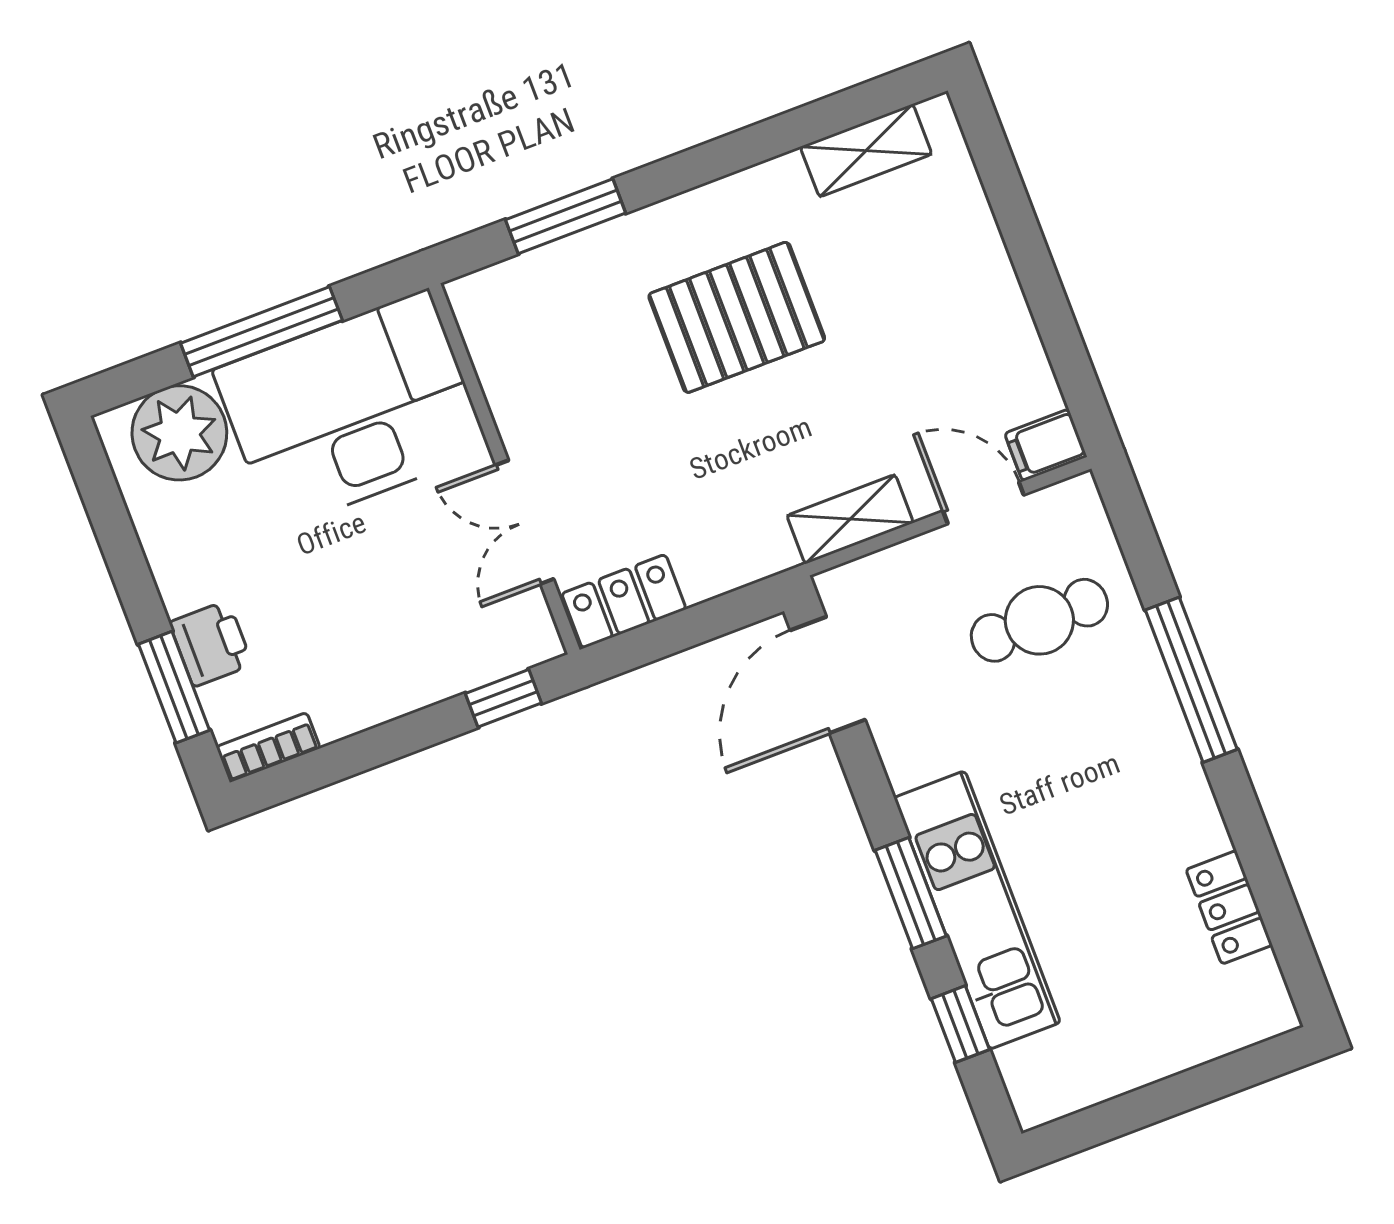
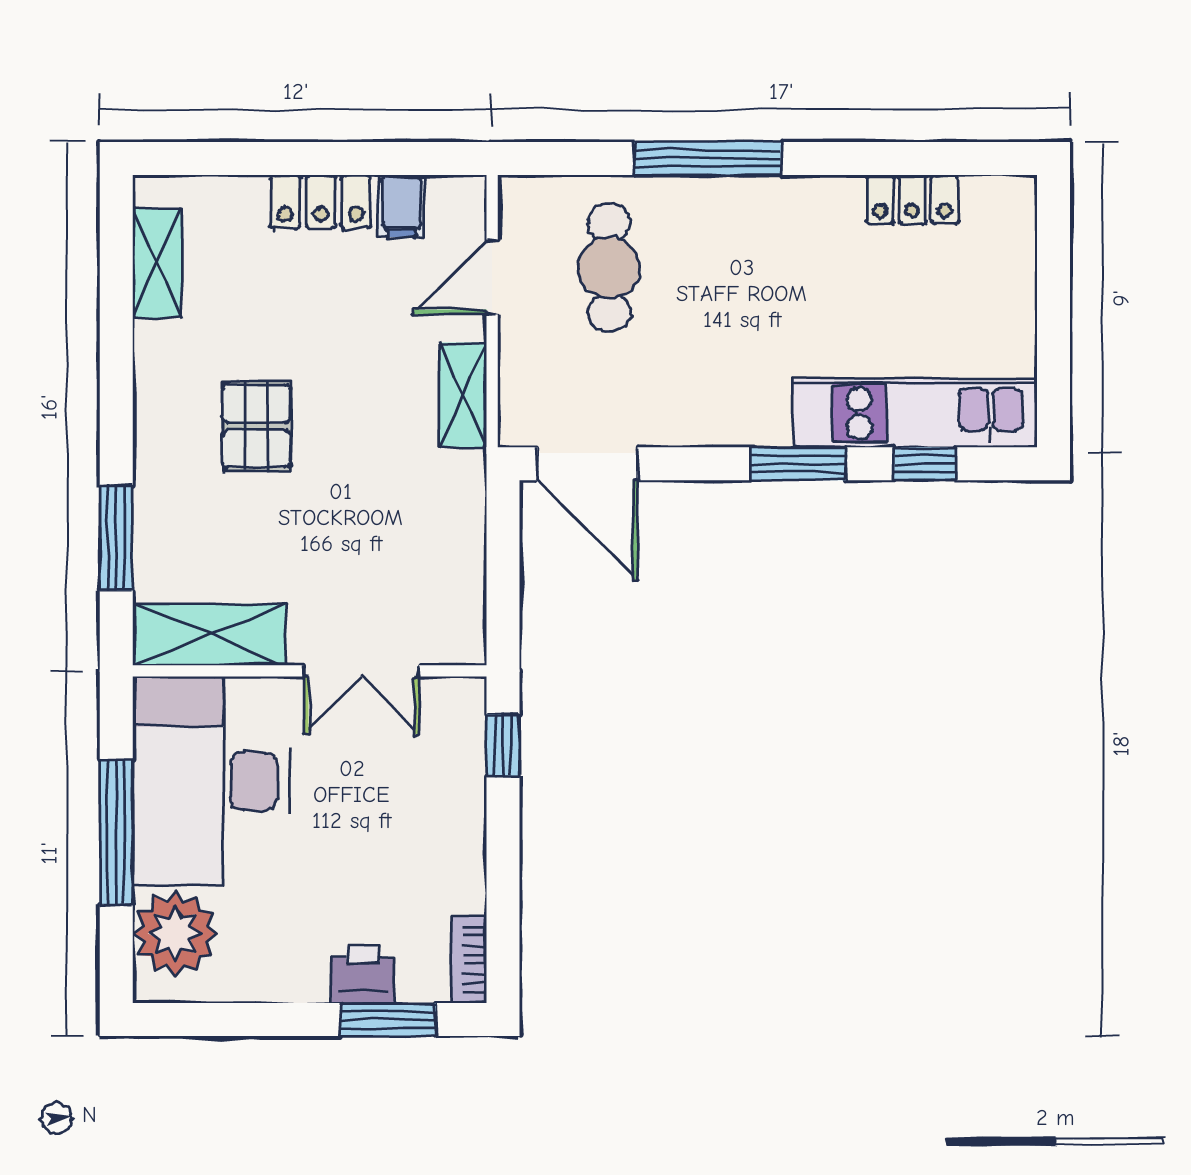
pallet: (737, 317) -> (256, 426), width x0.67, depth x0.71
shelving: (502, 351) -> (209, 635), added
filing cabinet: (1046, 445) -> (401, 206), moved
locker: (624, 601) -> (321, 202), moved, turned -90
kitchen unit: (977, 910) -> (915, 413), moved

